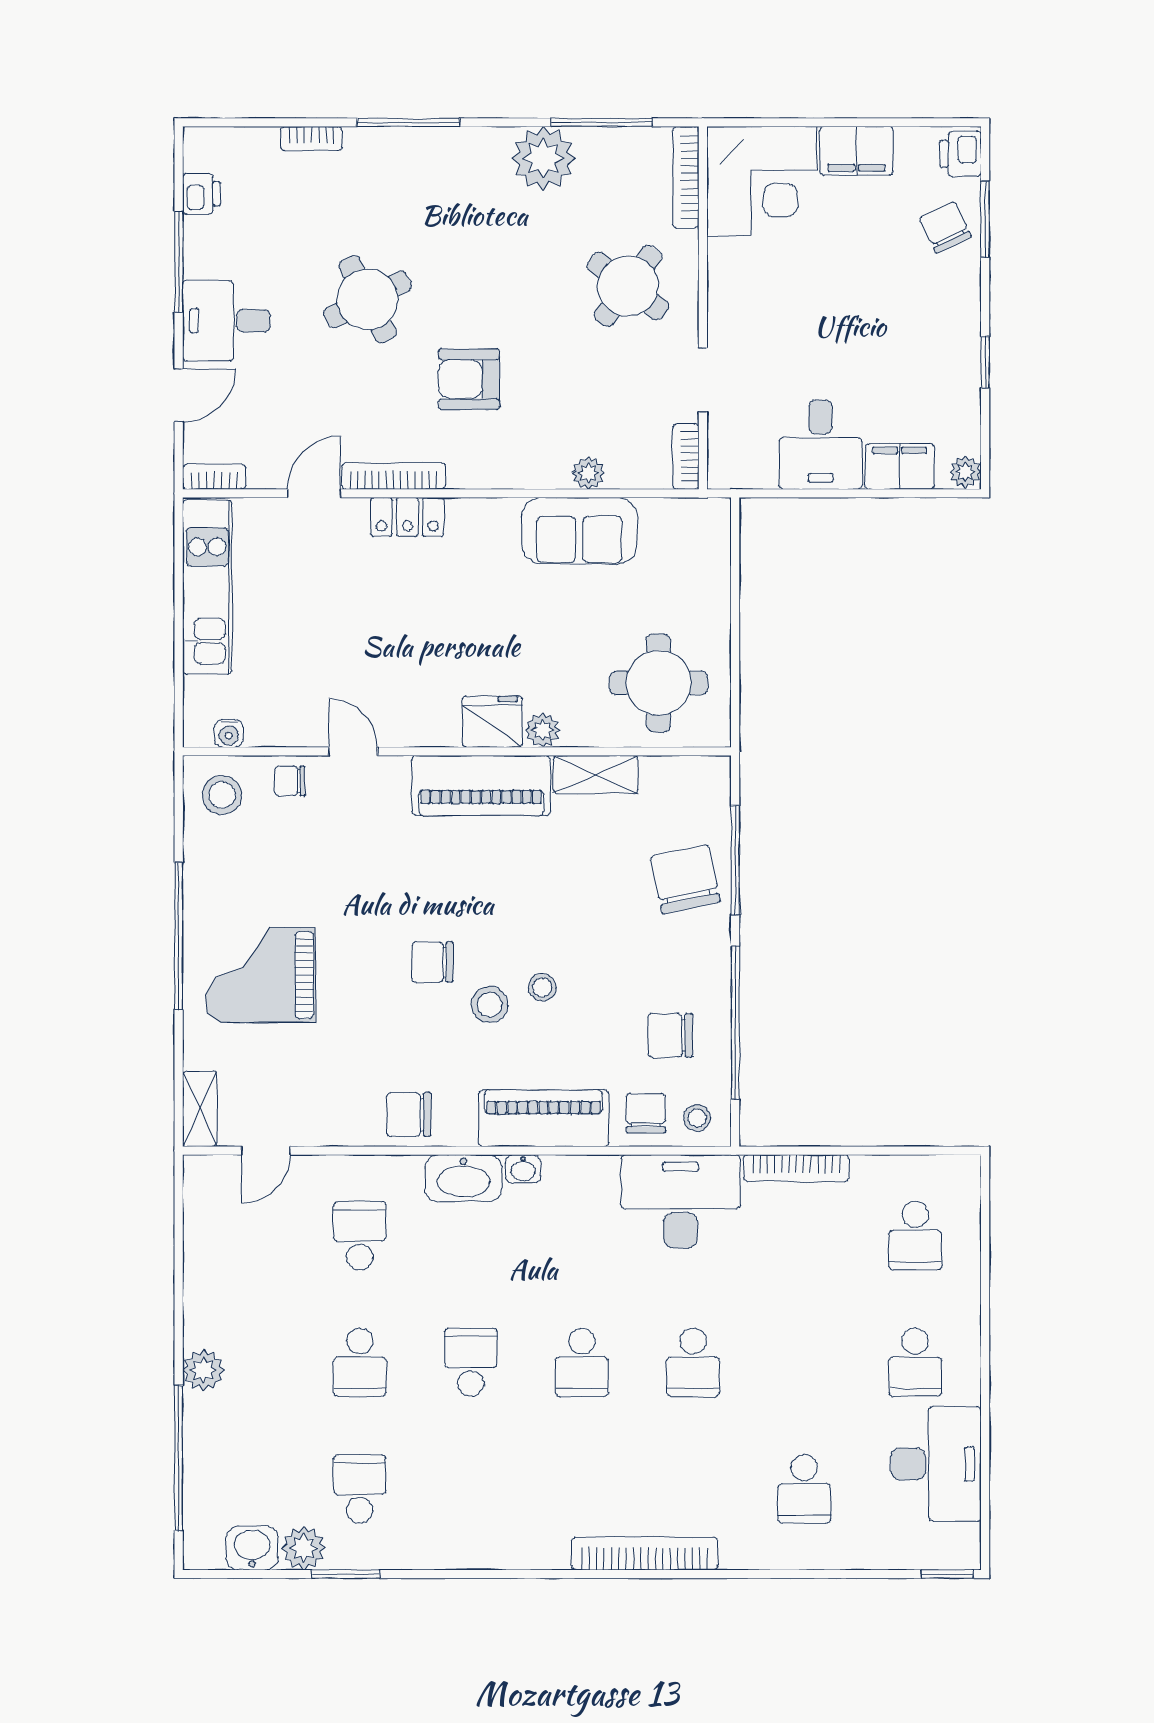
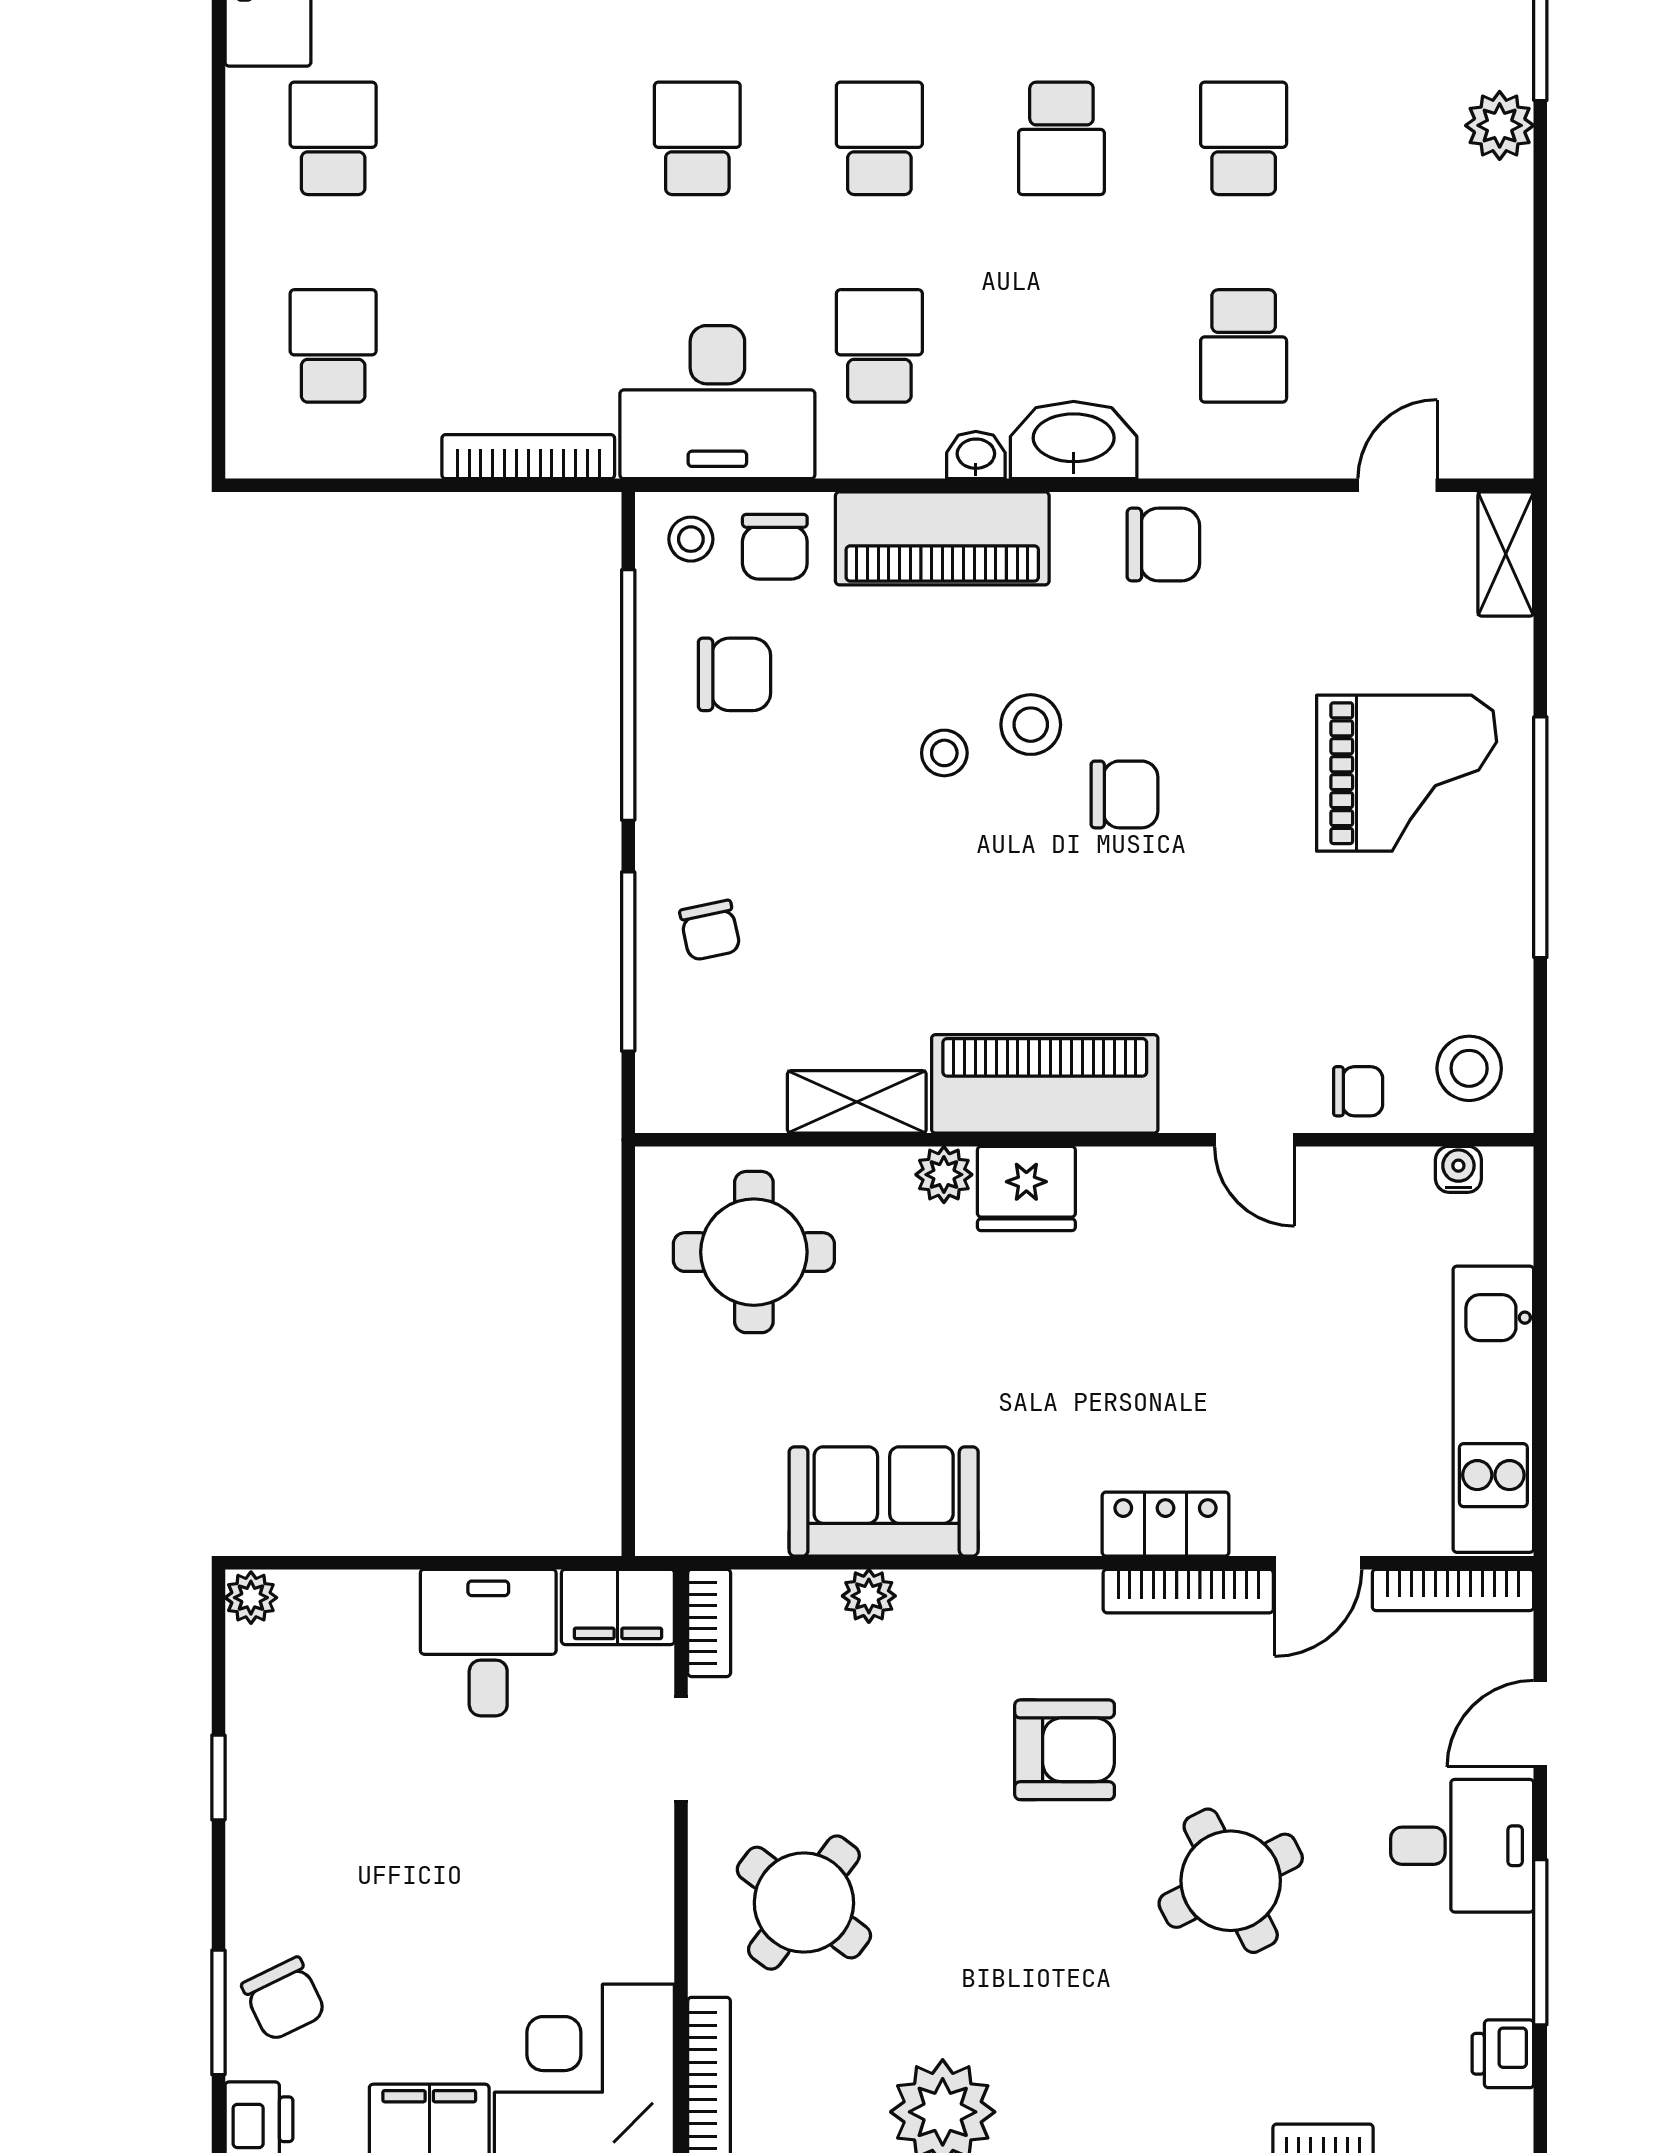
filing cabinet: (900, 466) -> (618, 1607), moved
bookcase: (214, 477) -> (1453, 1590), width x1.56
chair: (685, 879) -> (710, 930), width x0.54, depth x0.54
school desk: (582, 1236) -> (879, 346), added

